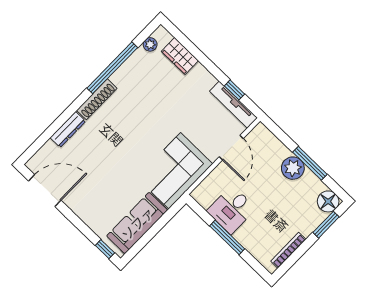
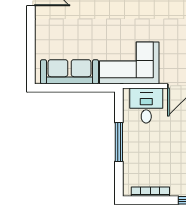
desk: (231, 210) -> (146, 105), moved, turned 90
window: (105, 249) -> (31, 67), removed

